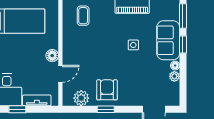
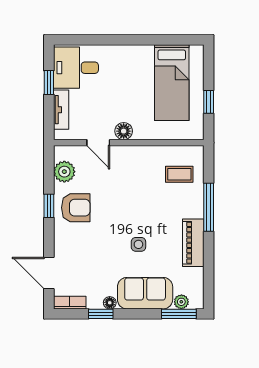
window: (183, 45) -> (101, 314), moved
plant: (174, 76) -> (181, 302), moved
bookcase: (175, 94) -> (70, 303), added

